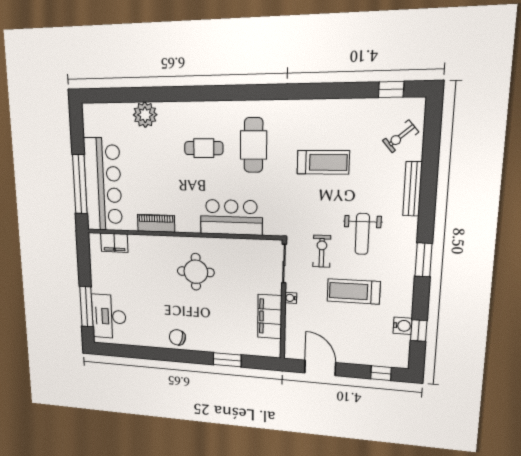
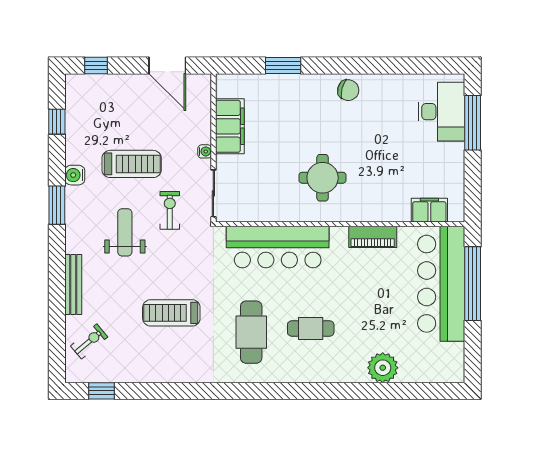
bar counter: (231, 217) -> (278, 247), width x1.36
exercise bike: (322, 251) -> (170, 210), turned 180
water cooler: (403, 326) -> (75, 175), moved

